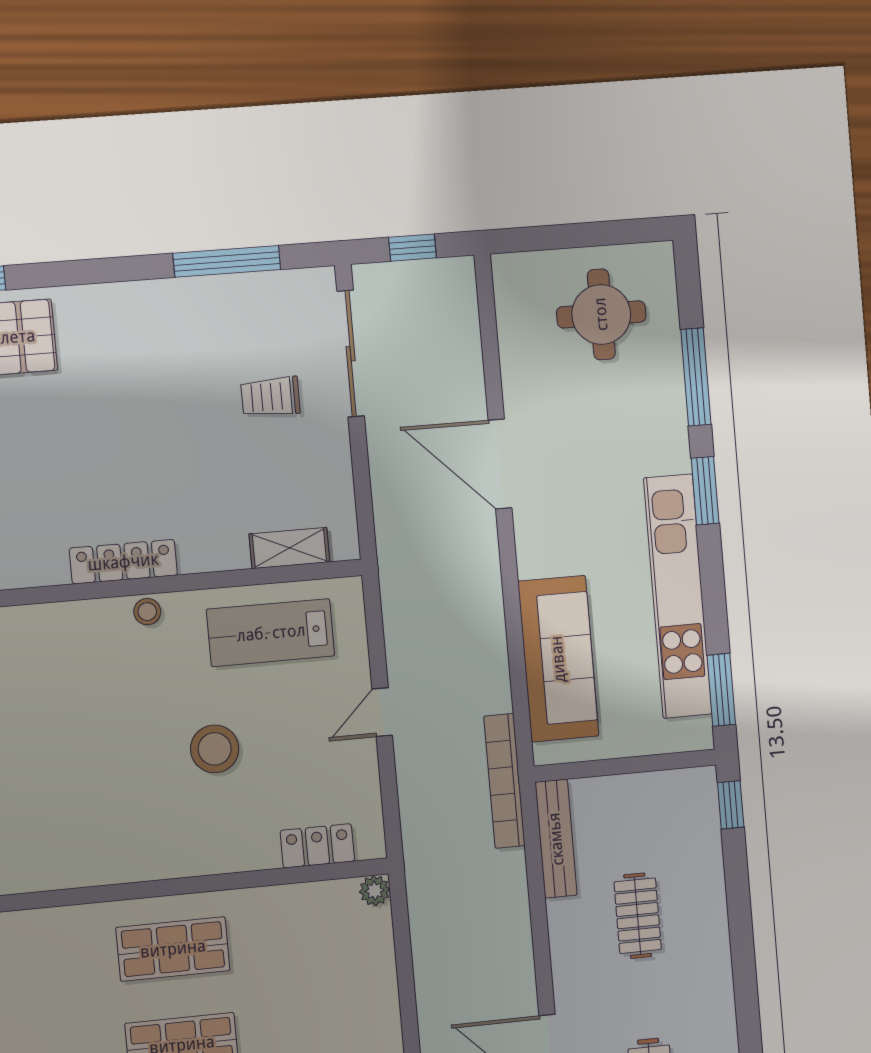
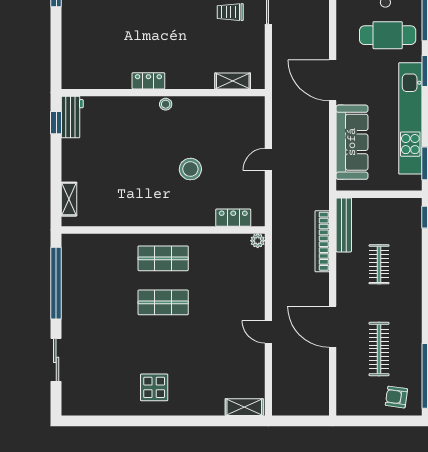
cafe table: (615, 420) -> (388, 35), added
door: (500, 464) -> (333, 80), moved
locker: (123, 562) -> (148, 81), width x0.66
lab bench: (271, 633) -> (221, 119), removed
bookcase: (504, 781) -> (322, 241), moved

